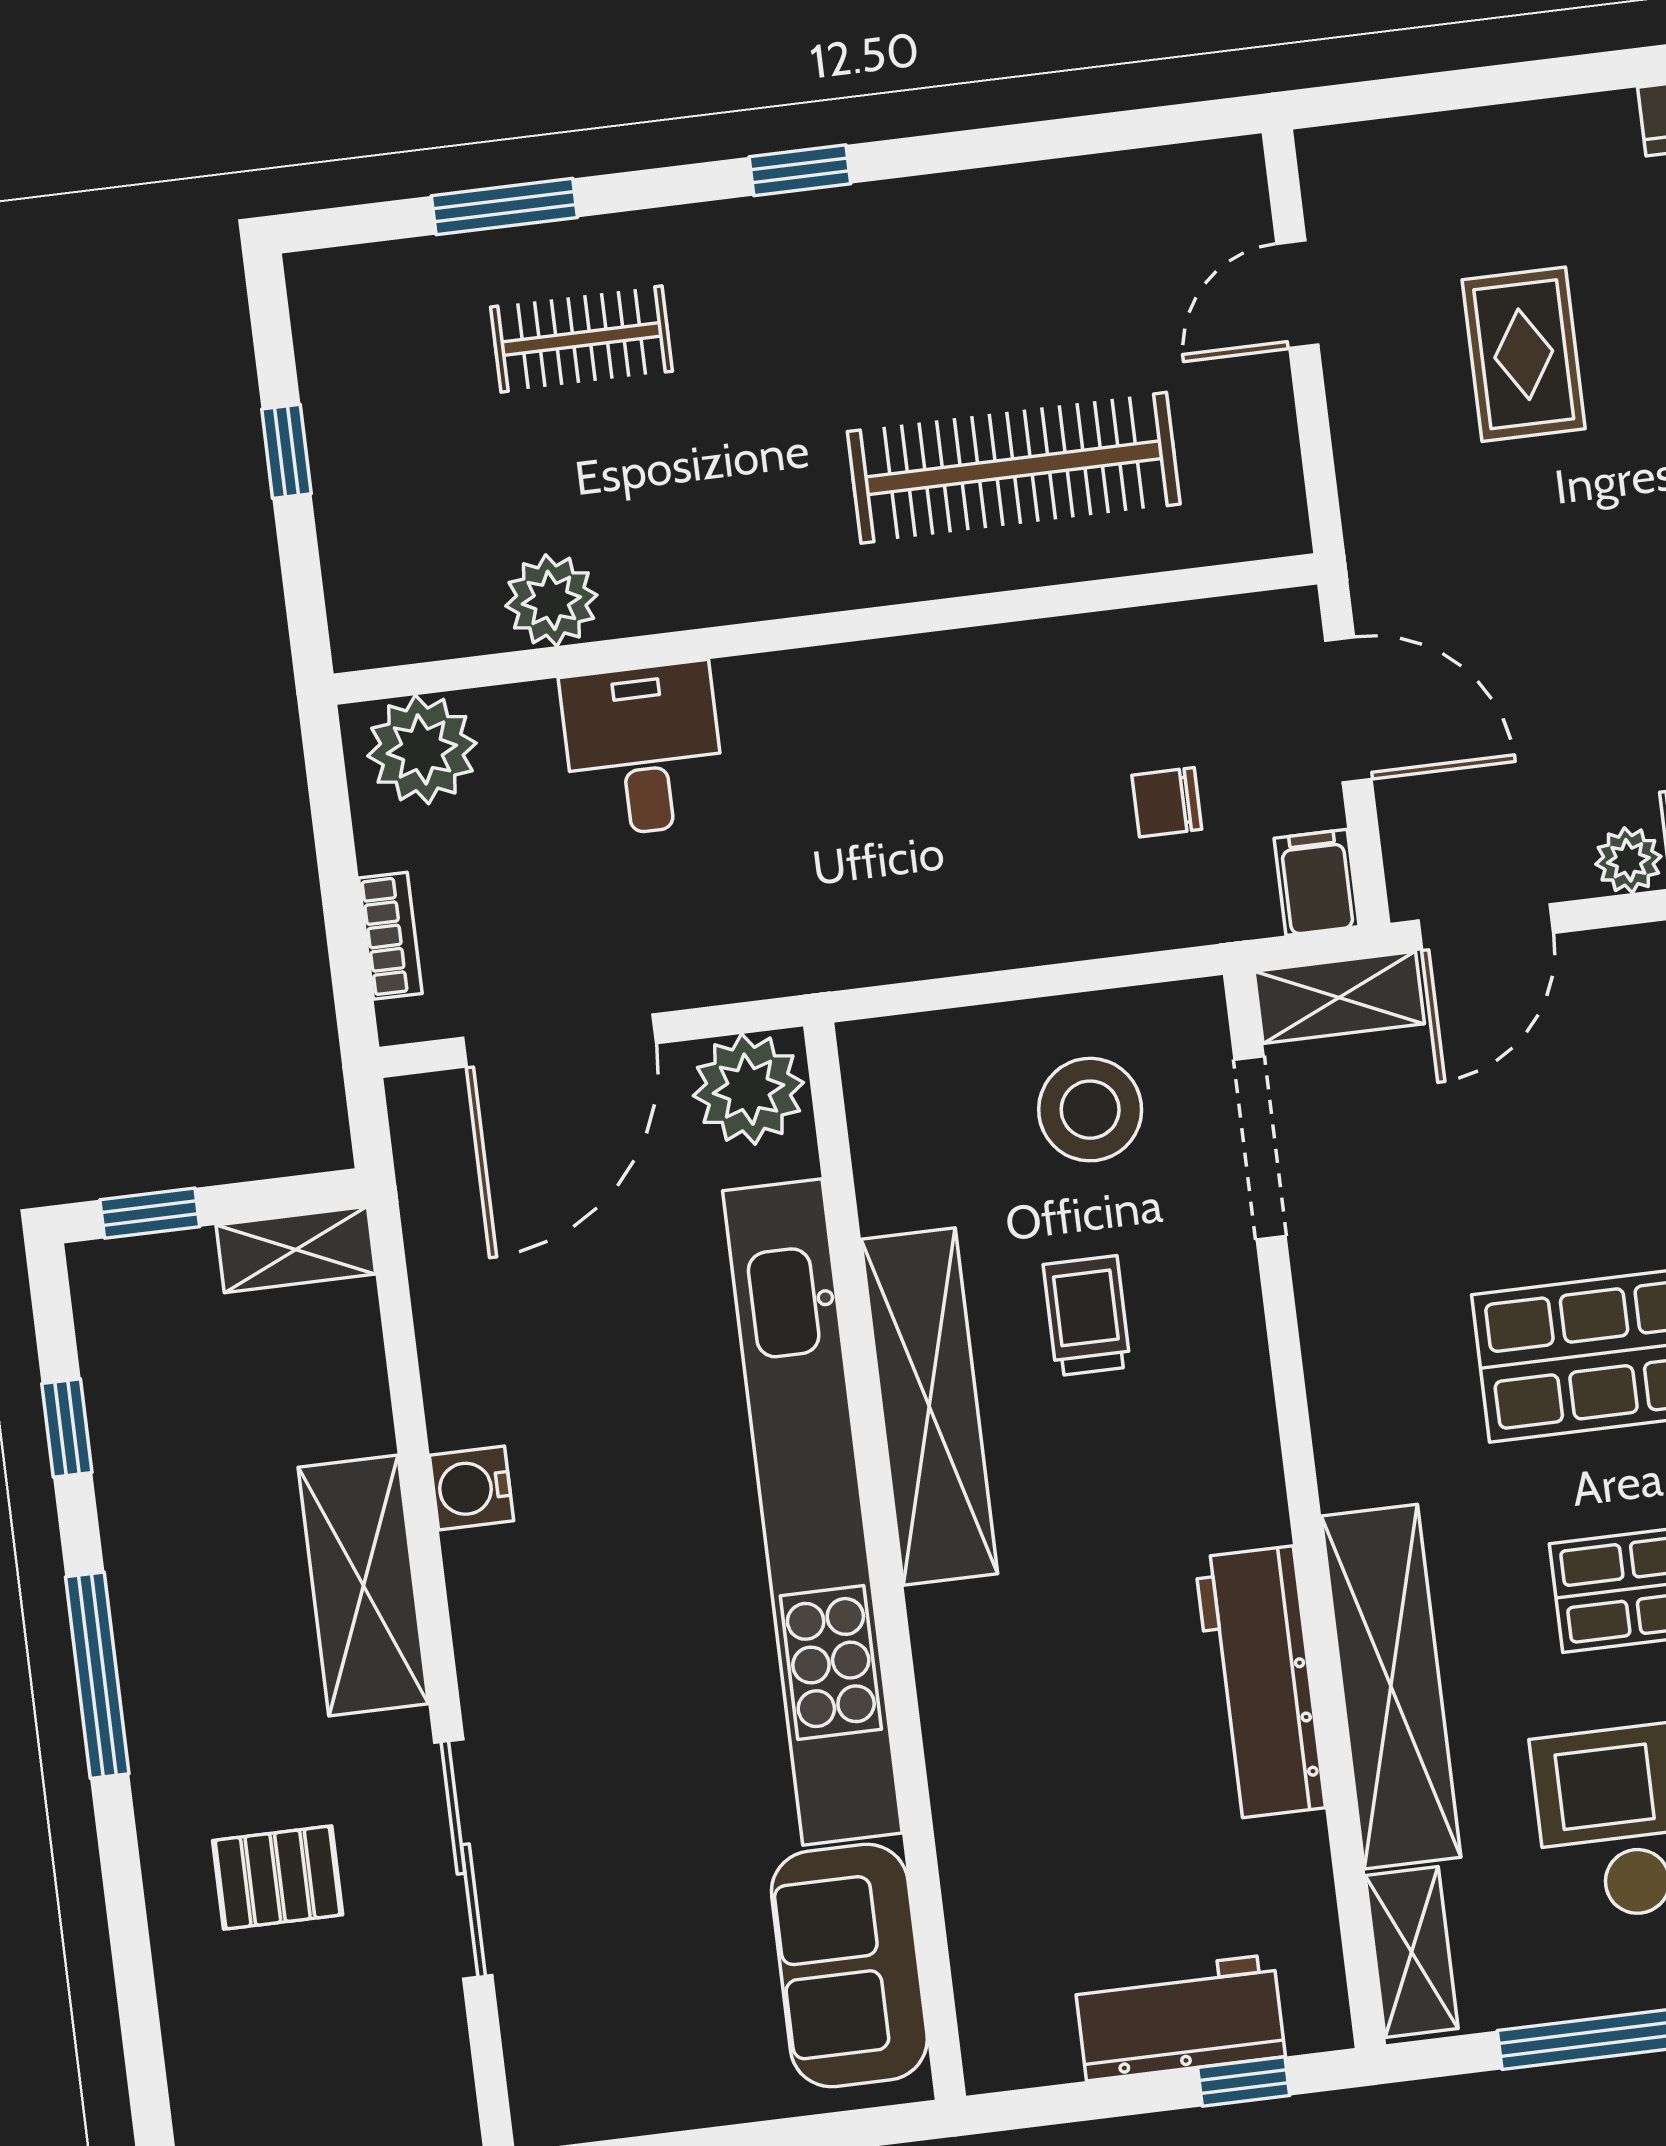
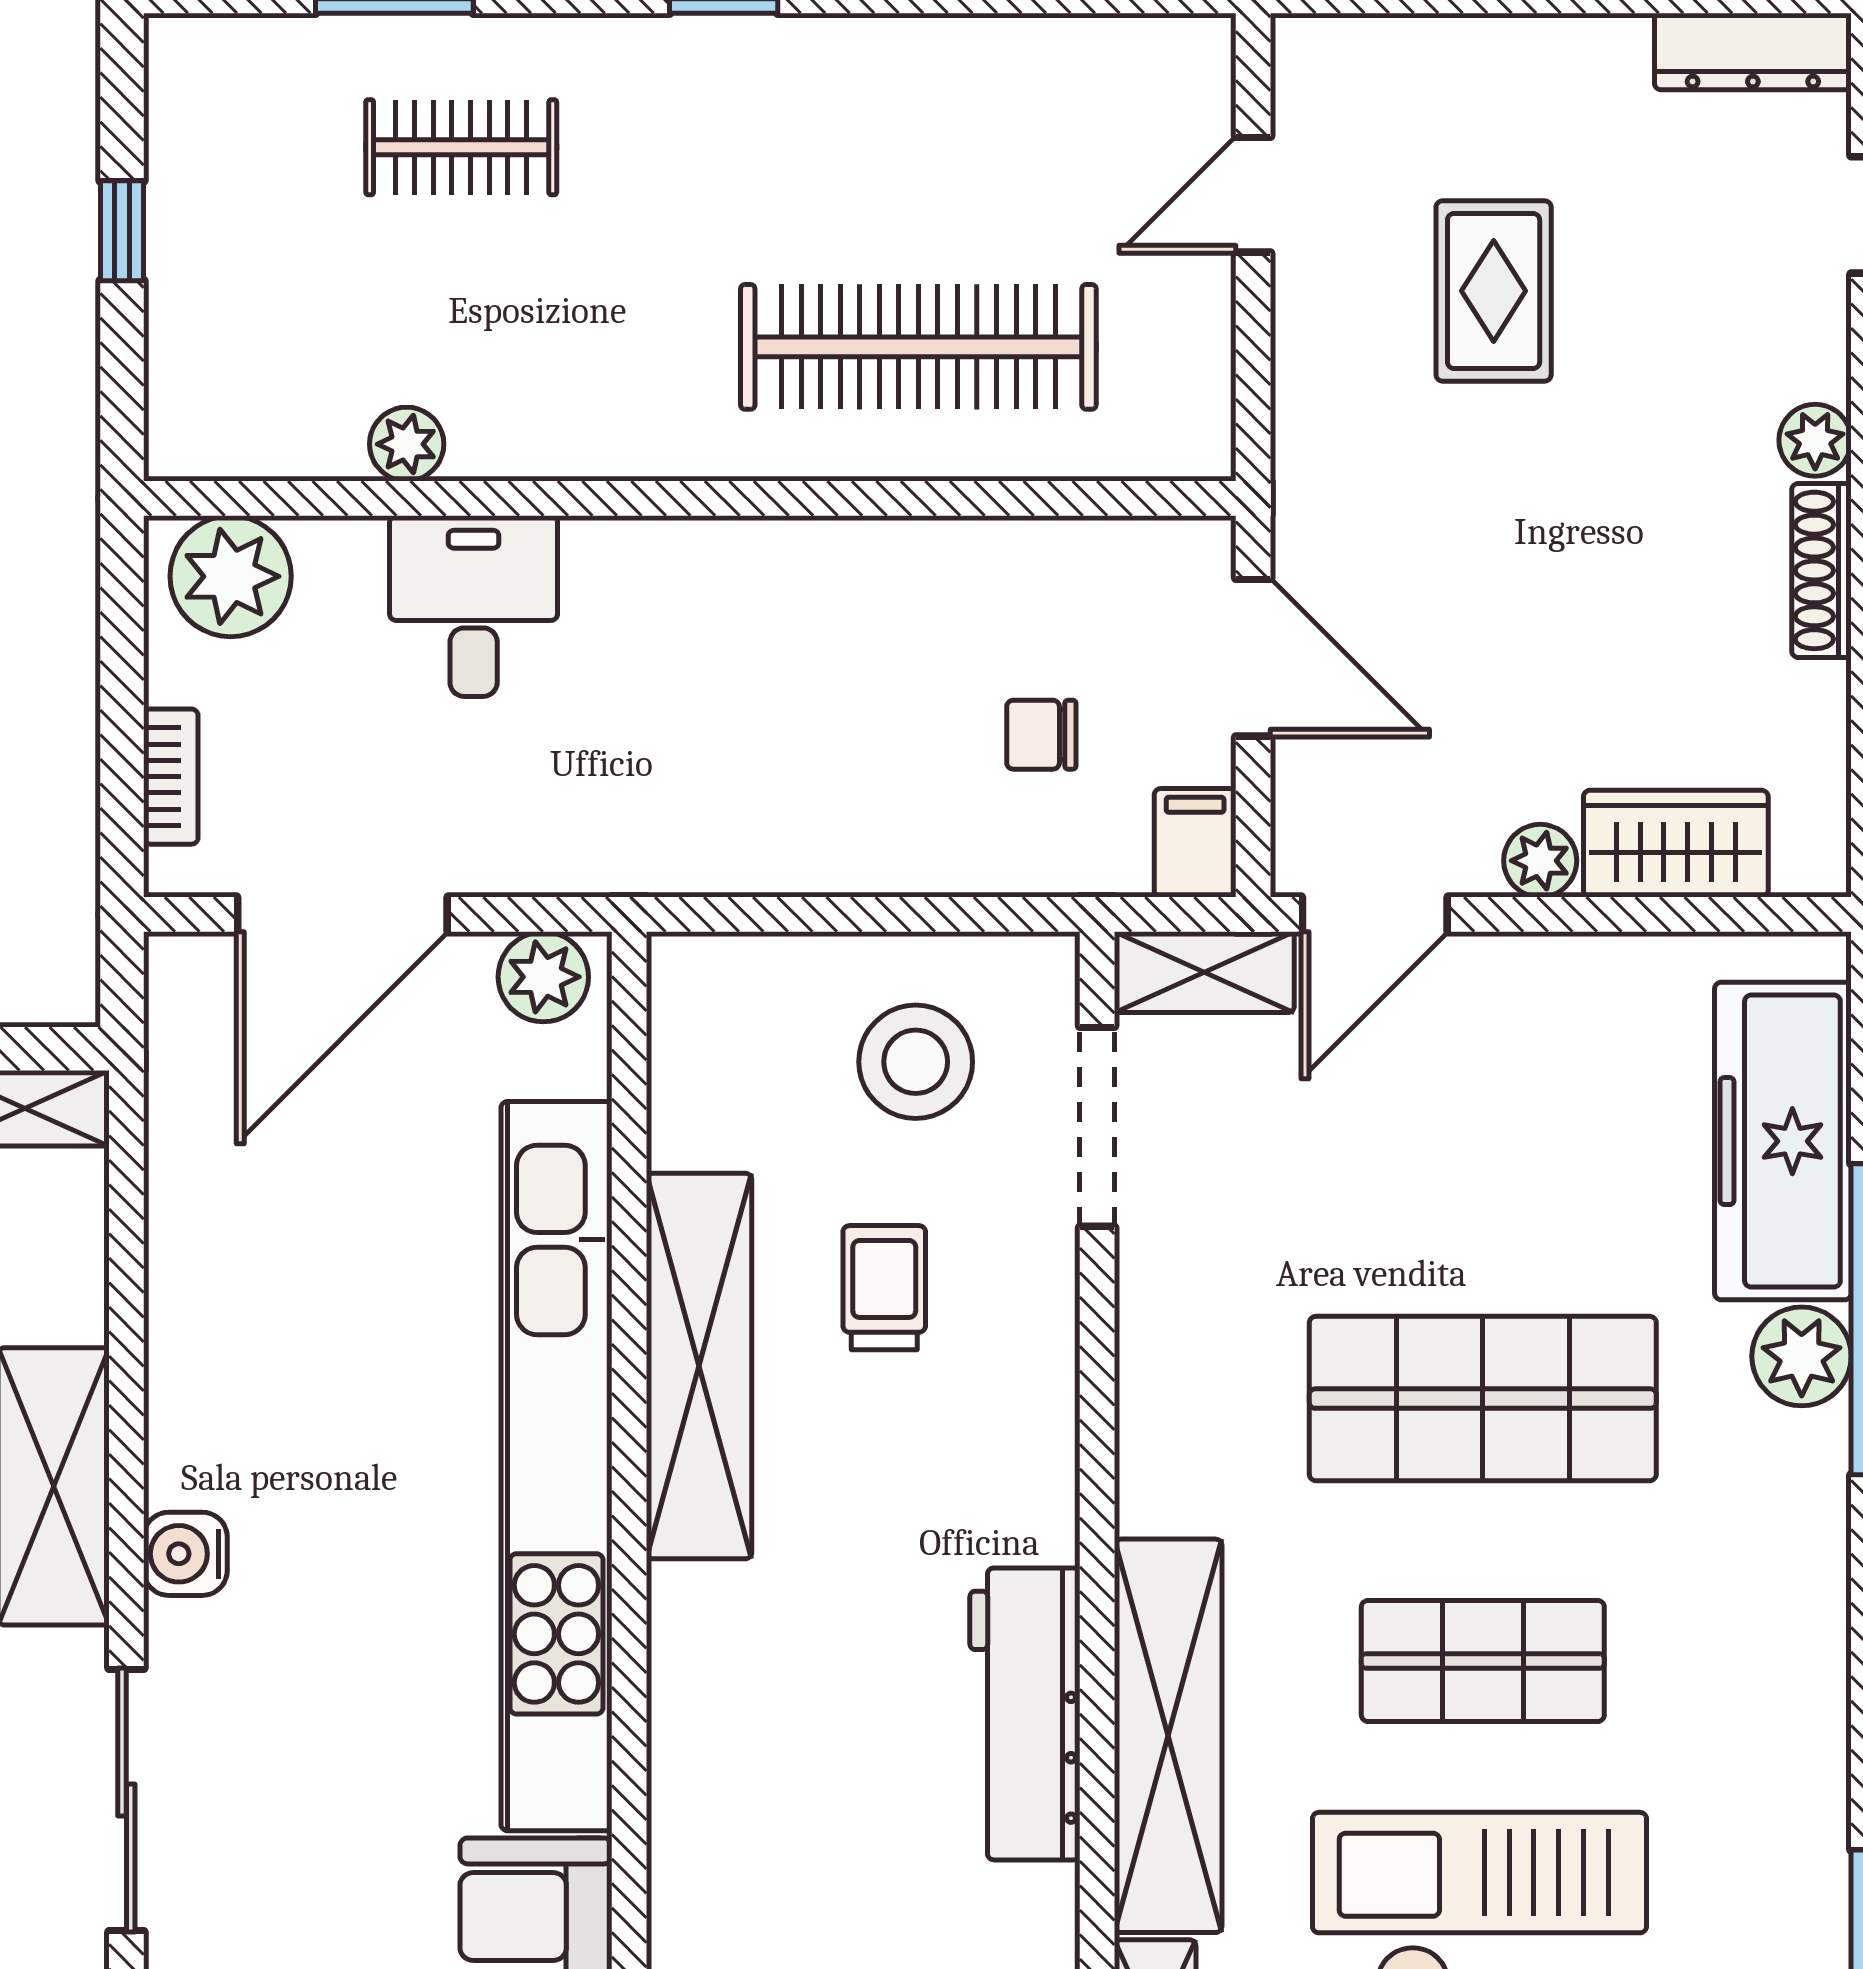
plant: (551, 600) -> (407, 444), width x0.73, depth x0.73
plant: (748, 1089) -> (543, 977), width x0.73, depth x0.73
water cooler: (471, 1488) -> (185, 1554), moved

